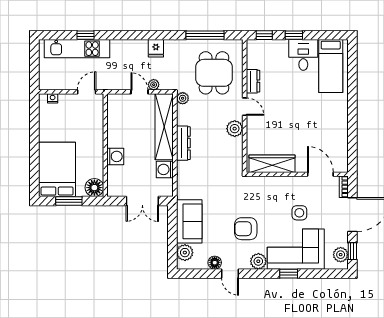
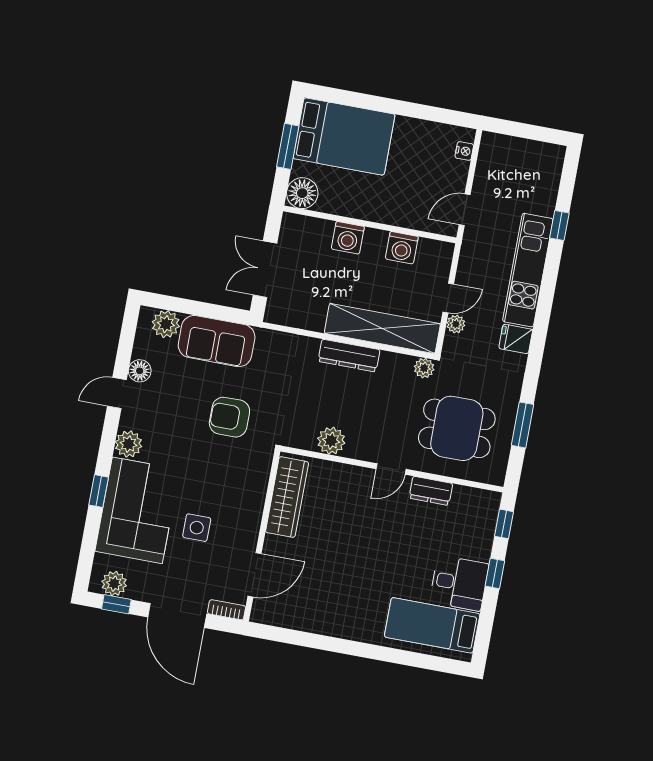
window: (205, 35) -> (522, 425), width x0.69
kitchen unit: (77, 49) -> (528, 270), moved
door: (87, 92) -> (465, 210), swing flipped
plant: (235, 129) -> (331, 441), moved
washing machine: (165, 169) -> (402, 248), moved, turned 180
armchair: (246, 229) -> (229, 417), moved, turned -90

